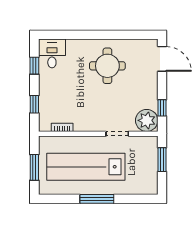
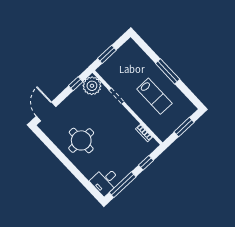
window: (34, 66) -> (123, 185), width x2.17
lab bench: (86, 167) -> (154, 96), width x0.54, depth x0.72

